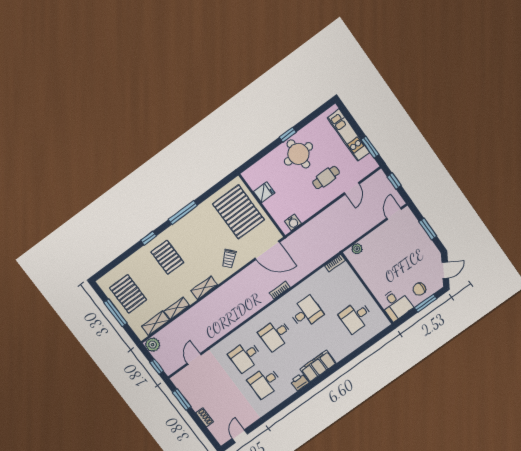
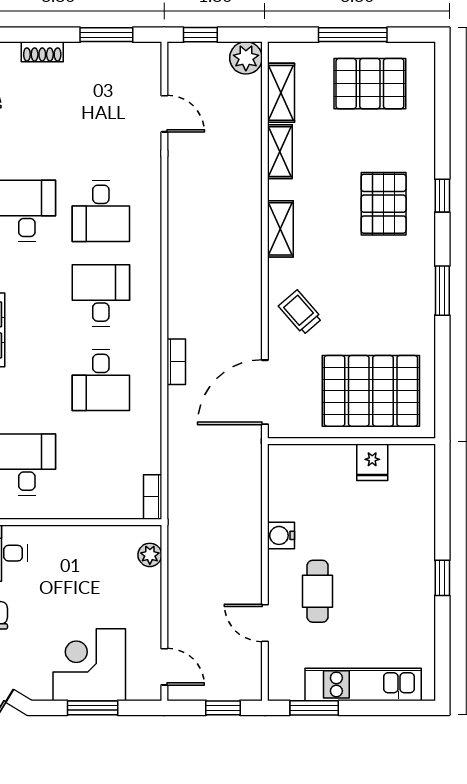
round table: (298, 154) -> (395, 572), removed
window: (183, 213) -> (442, 291), width x0.69
water cooler: (293, 222) -> (281, 535), moved
corner desk: (413, 242) -> (89, 665), added
pallet: (167, 257) -> (384, 204), turned 90
desk: (245, 356) -> (101, 211), turned 180

